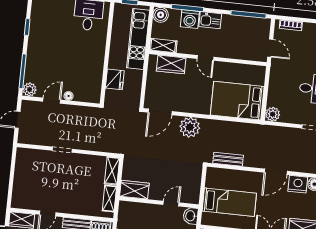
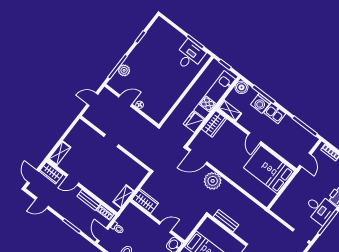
wardrobe: (171, 64) -> (214, 124), moved, turned -90
fridge: (115, 79) -> (194, 122), moved, turned 180
plant: (30, 90) -> (124, 70), moved
bed: (237, 101) -> (269, 169), moved
plant: (273, 114) -> (278, 208), removed
shelving: (112, 171) -> (60, 153), moved

